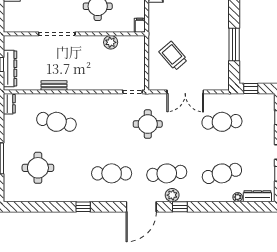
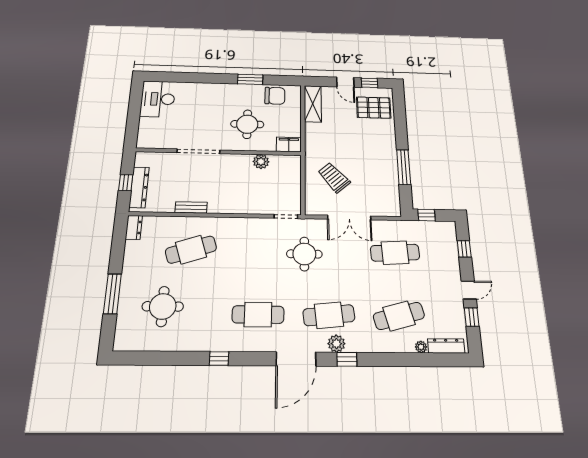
filing cabinet: (140, 25) -> (289, 145), width x2.00
cafe table: (56, 122) -> (191, 250), turned -30

